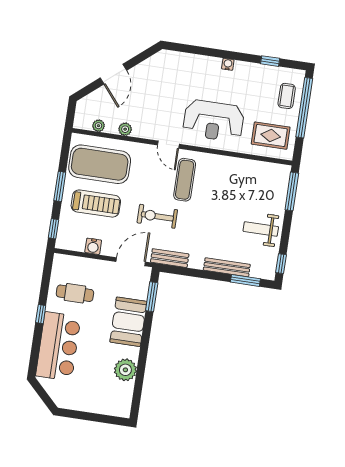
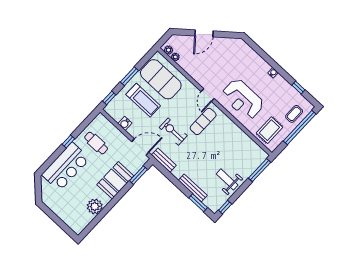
plant: (125, 129) -> (169, 50), moved
rug: (271, 136) -> (269, 130), turned 90

